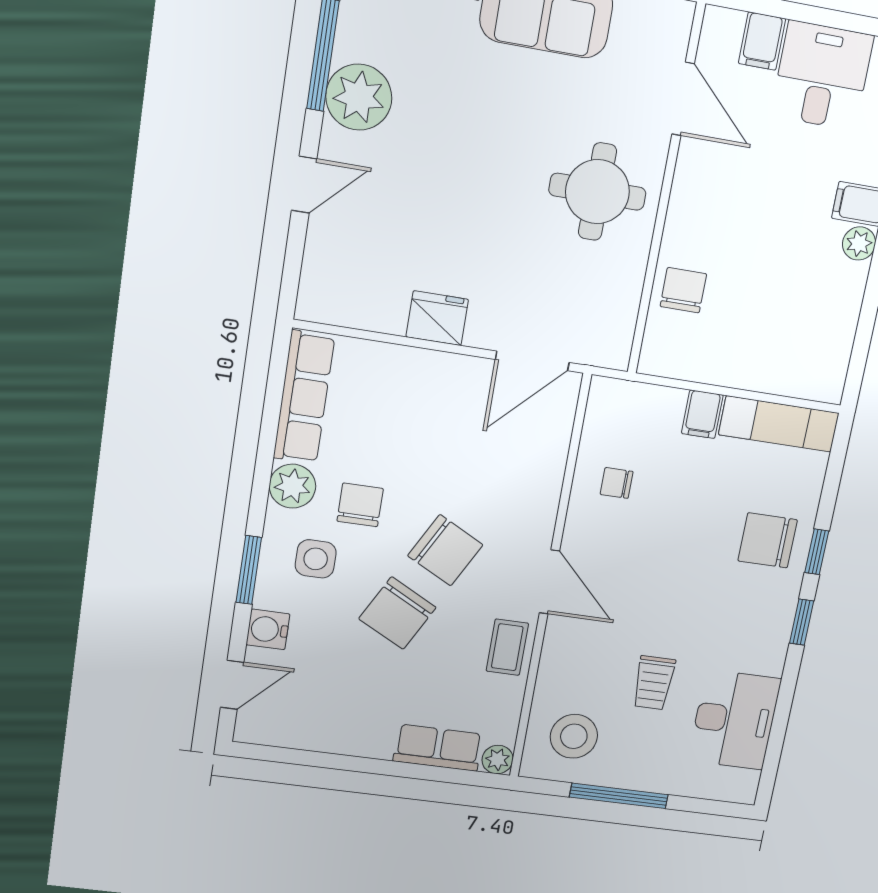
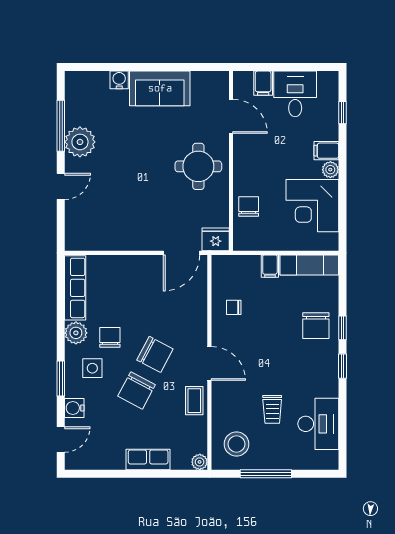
corner desk: (809, 309) -> (312, 206), added
fridge: (437, 318) -> (216, 239), moved
chair: (768, 540) -> (316, 326), turned -90
row of seats: (438, 748) -> (148, 459), moved

